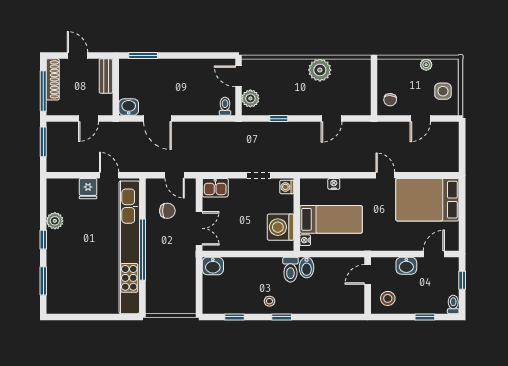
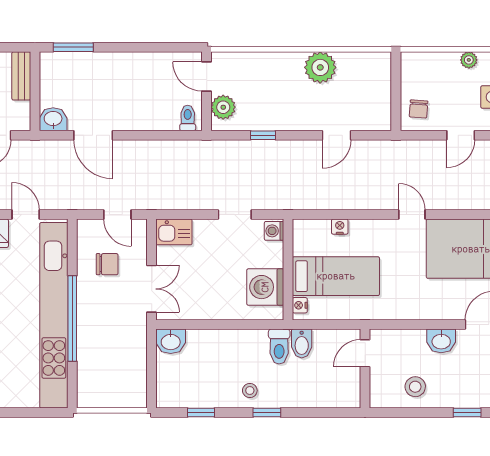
door: (368, 274) -> (365, 353), moved
wall: (368, 285) -> (365, 369), moved

